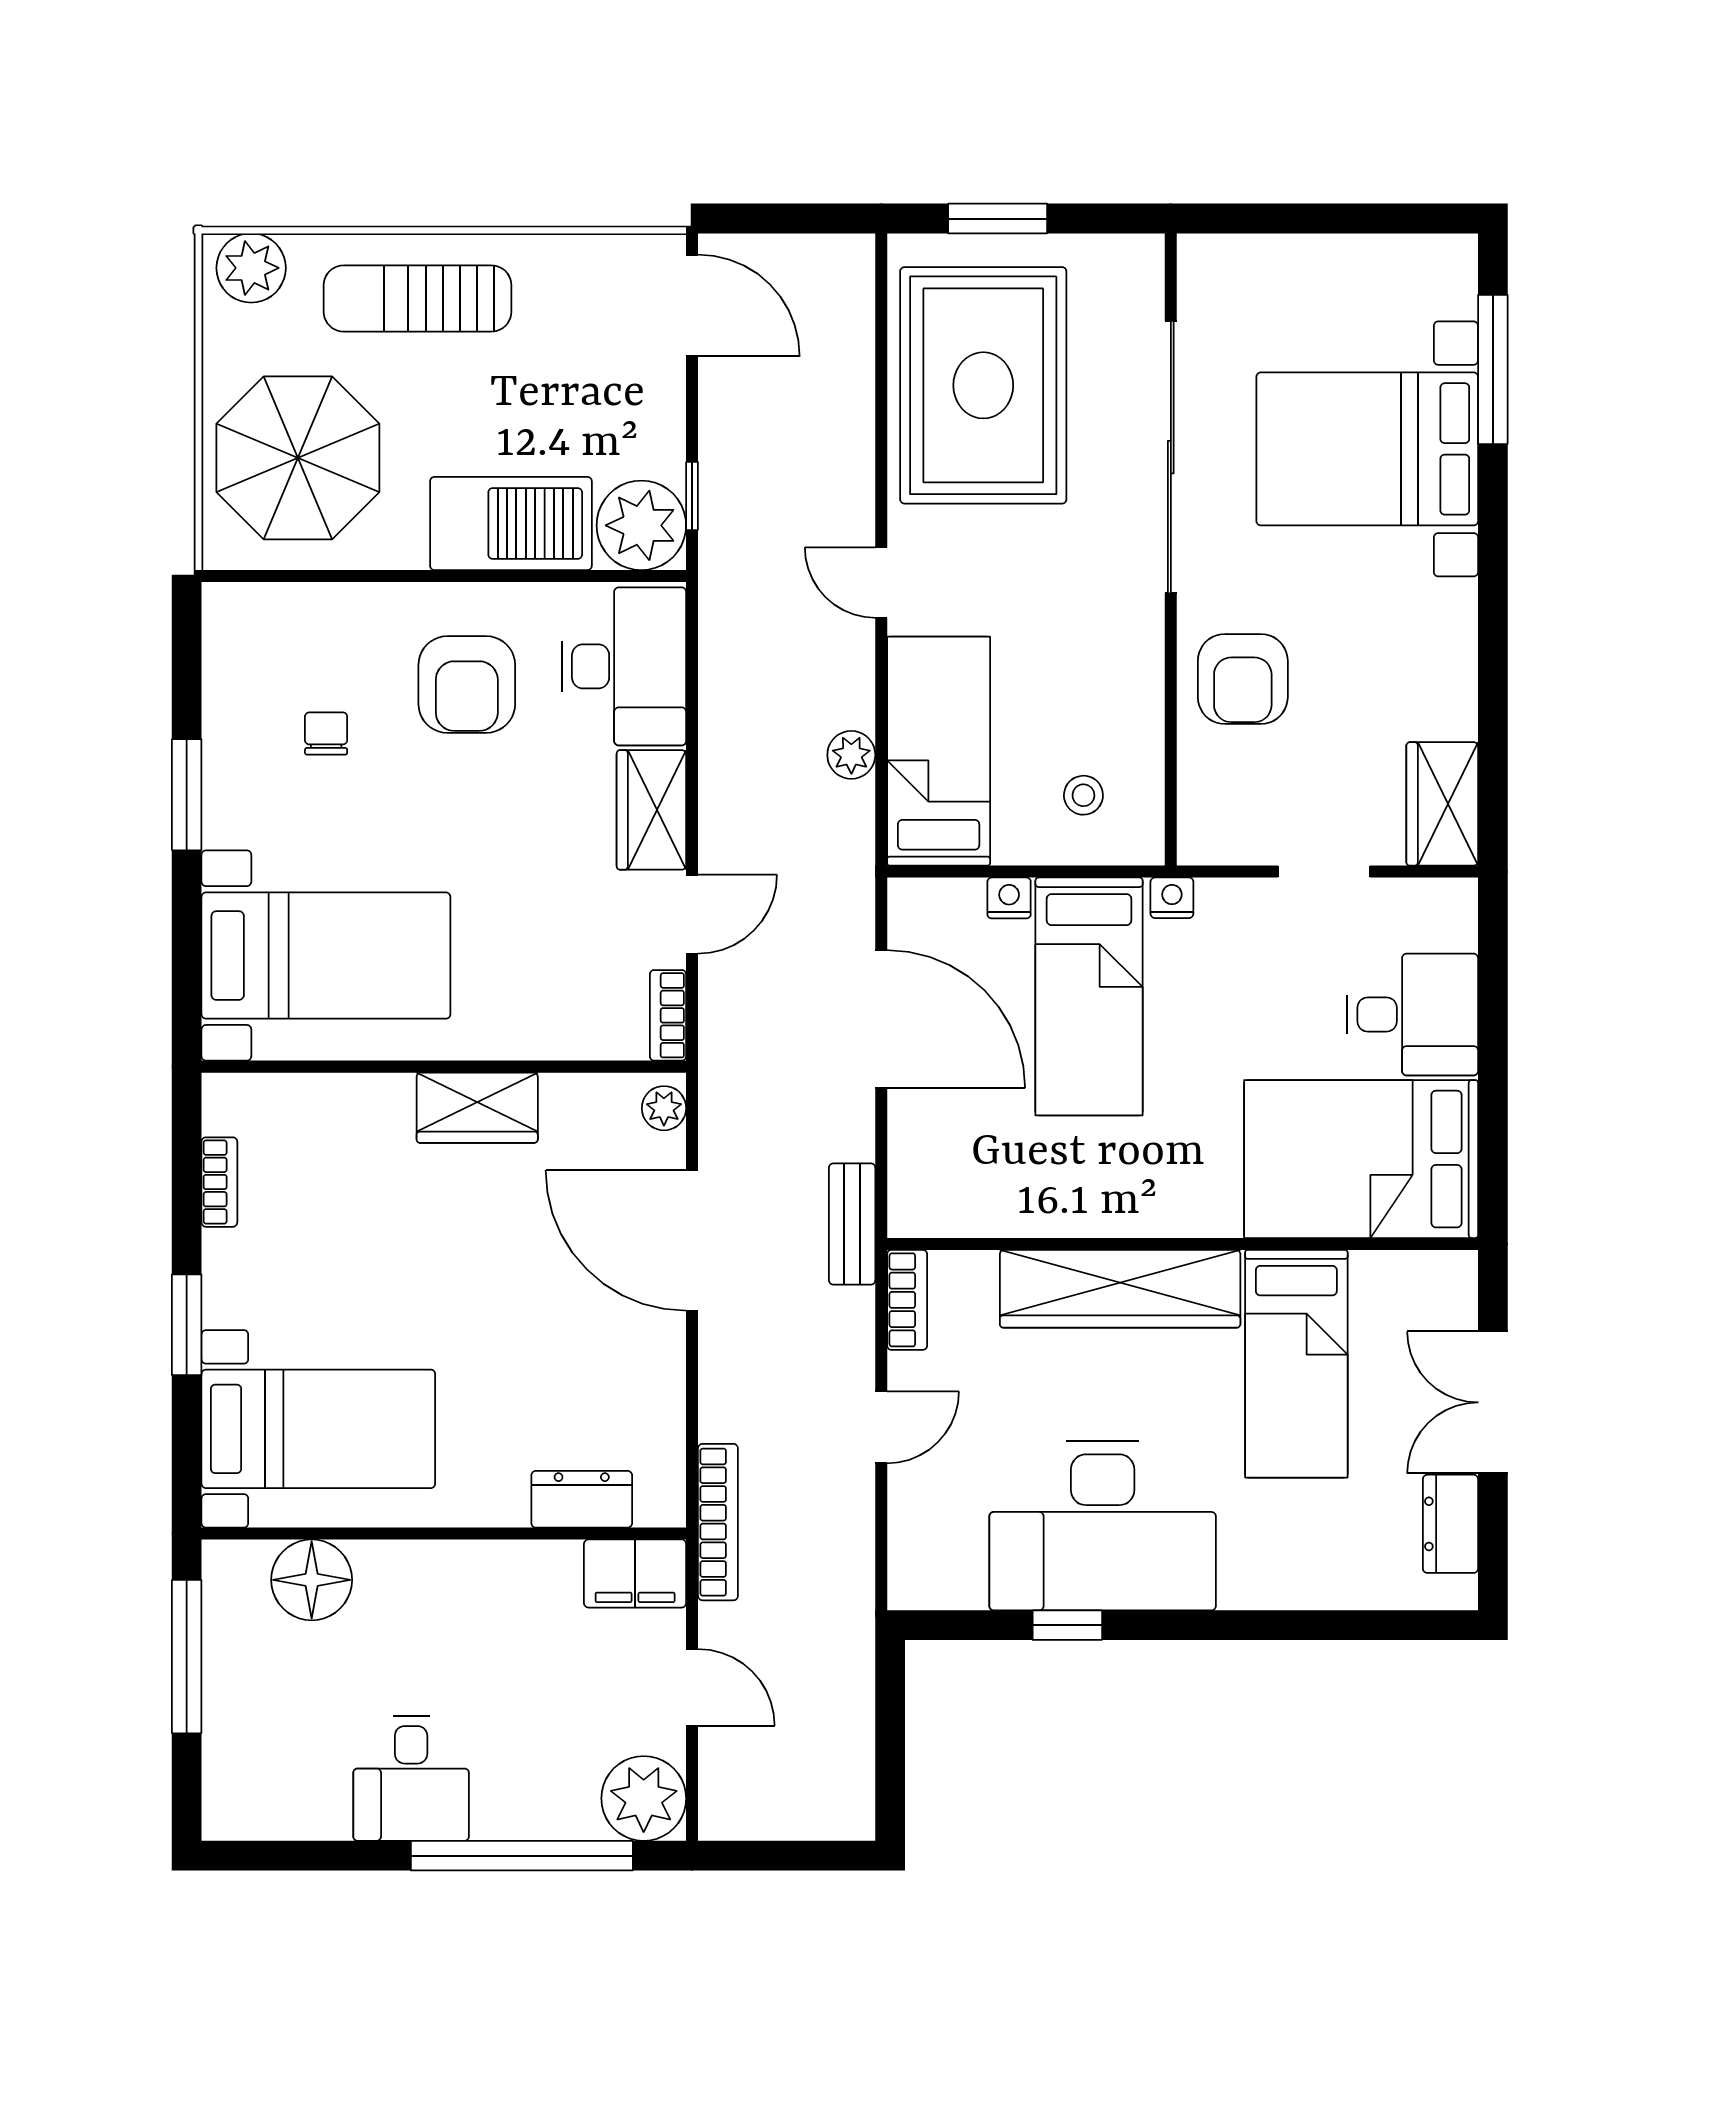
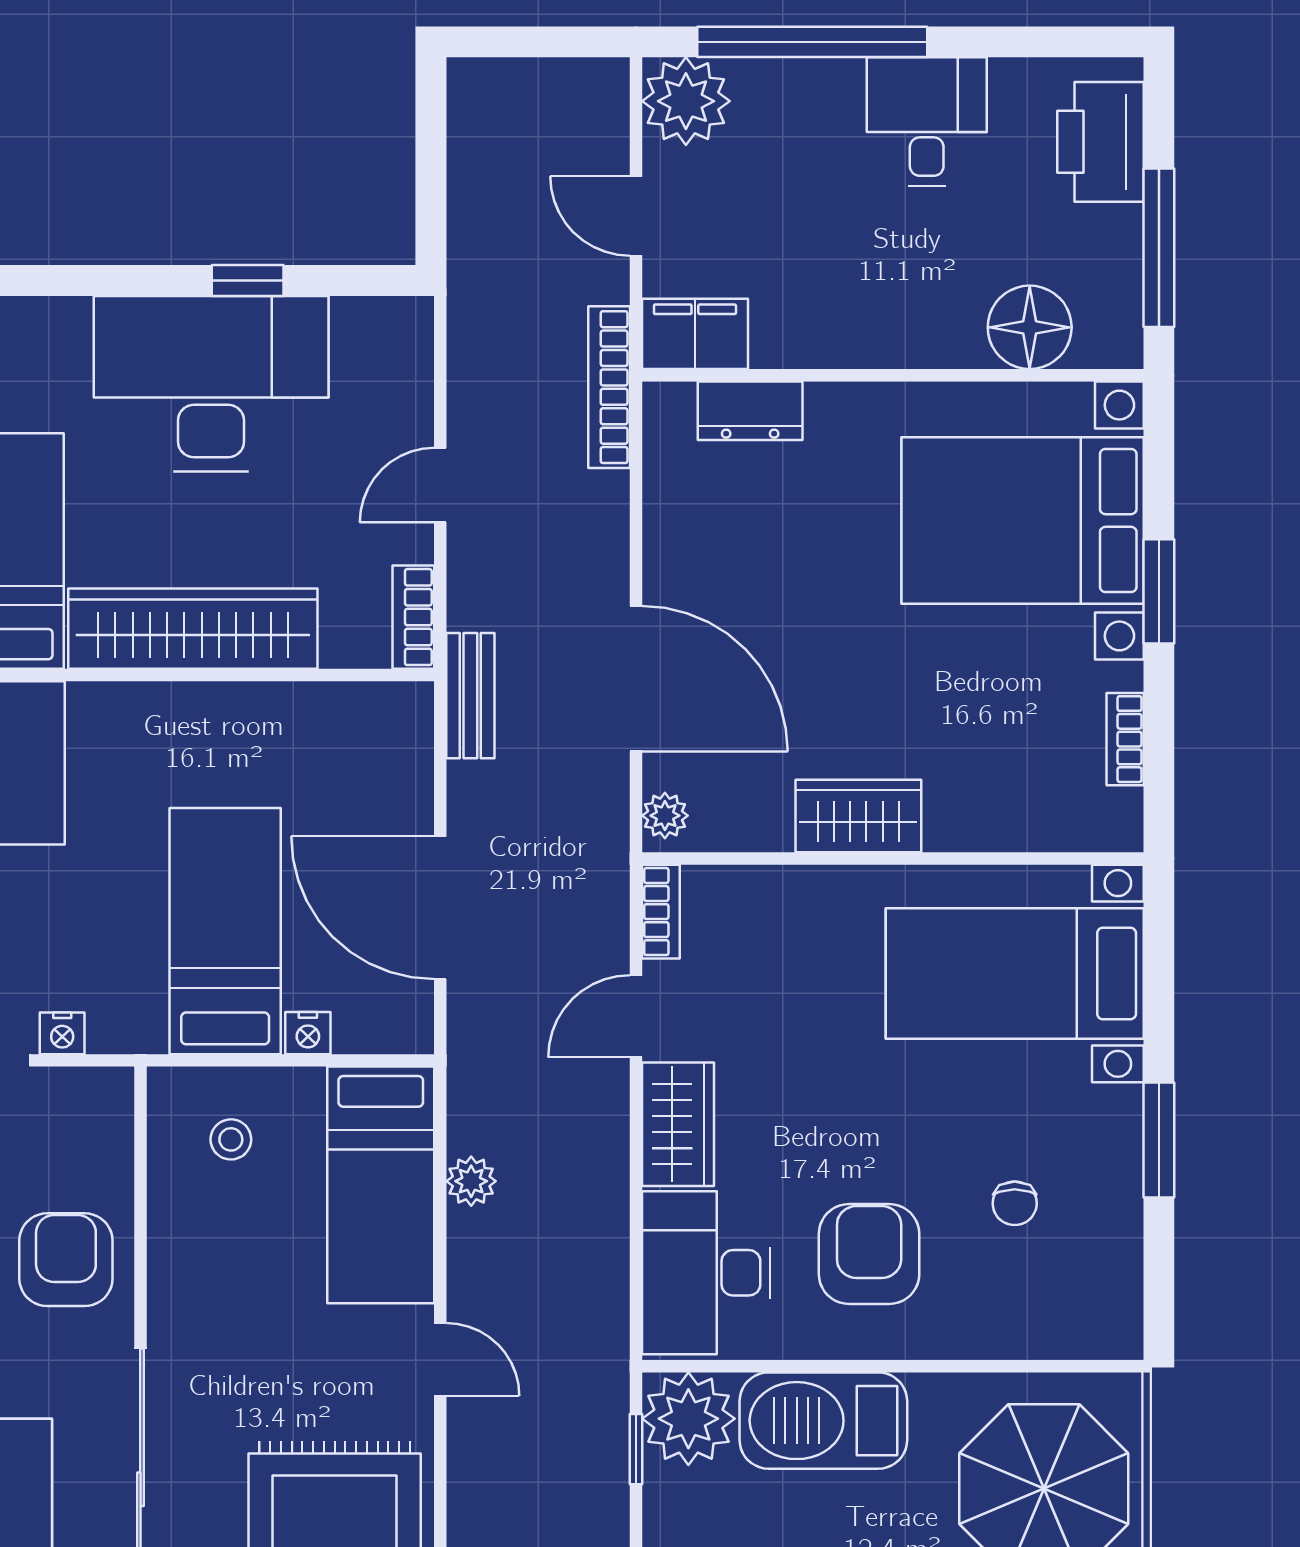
nightstand: (1172, 898) -> (62, 1033), moved
bed with nightstands: (318, 1429) -> (1023, 521), width x1.36
printer: (243, 1759) -> (1101, 142), added

